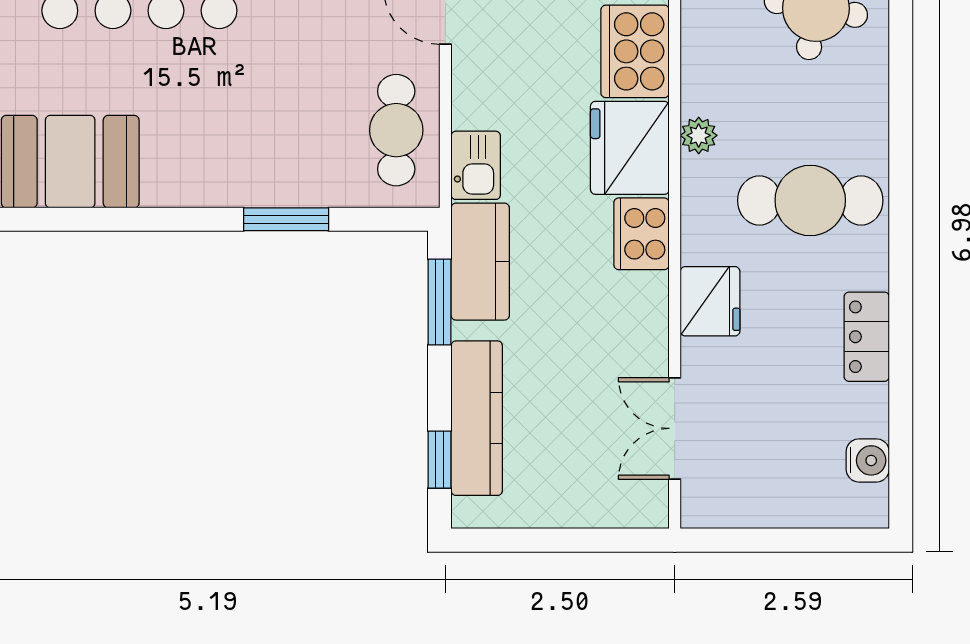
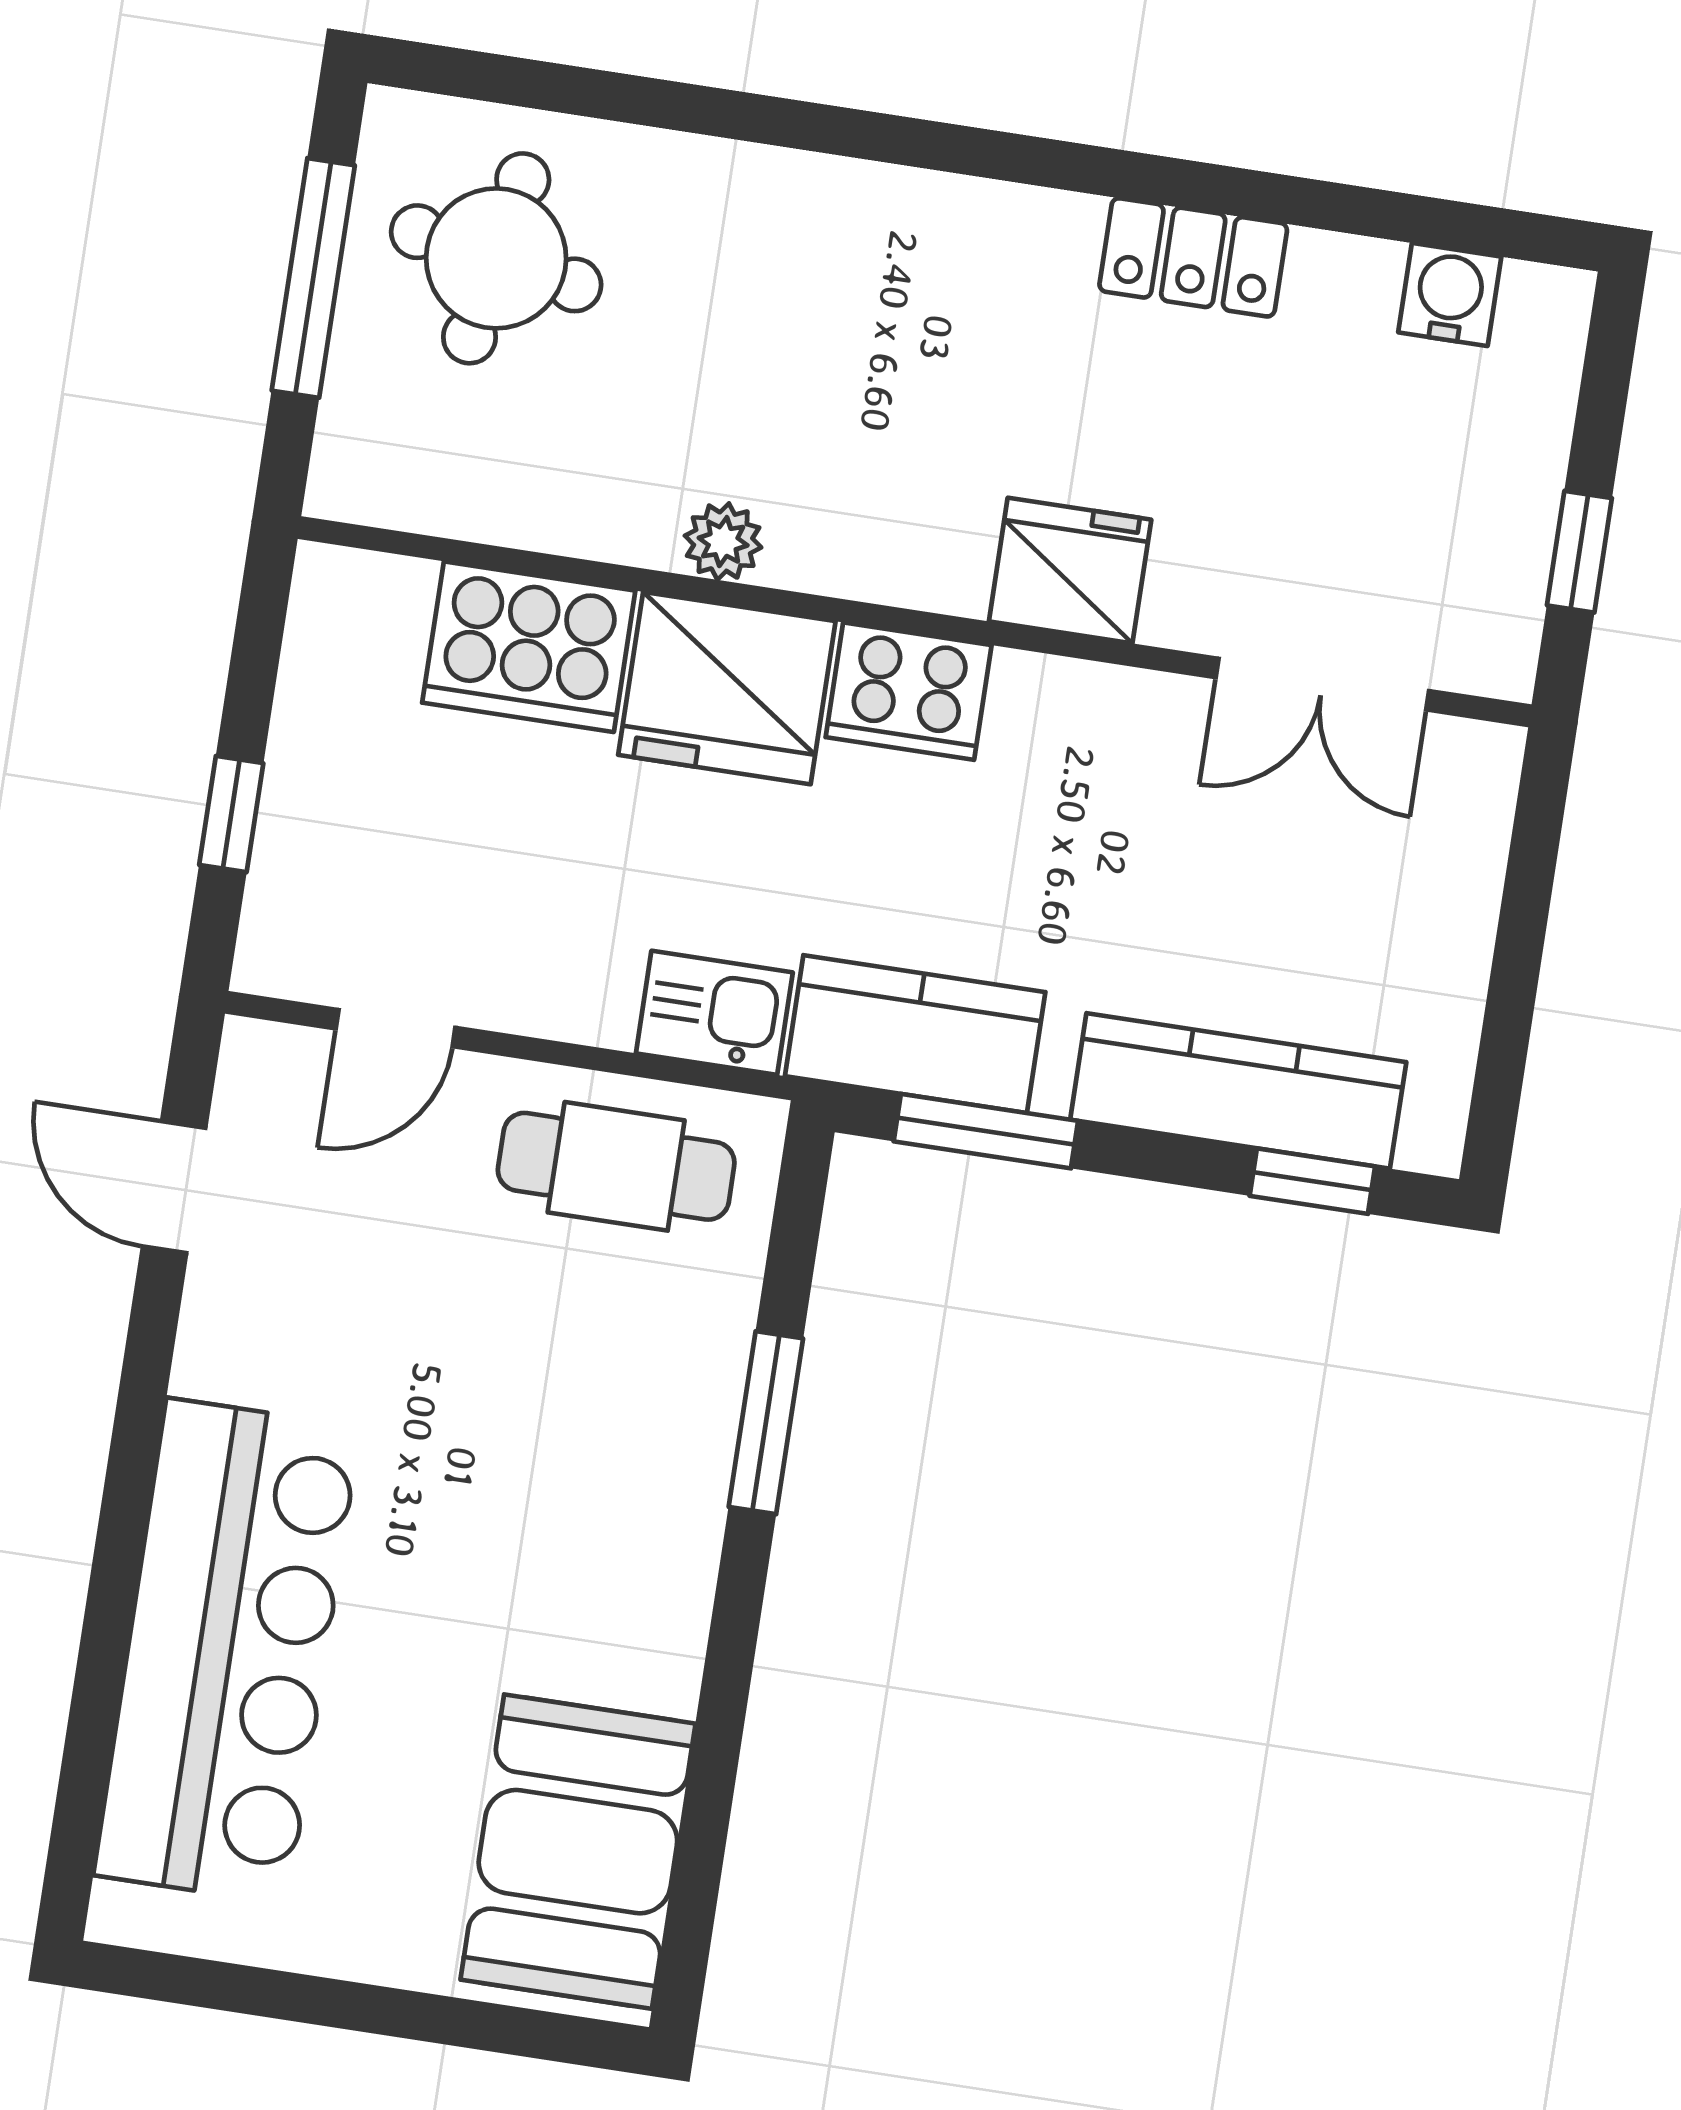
cafe table: (810, 200) -> (893, 331), removed
window: (756, 540) -> (1579, 552), added

